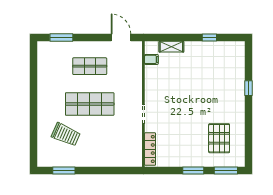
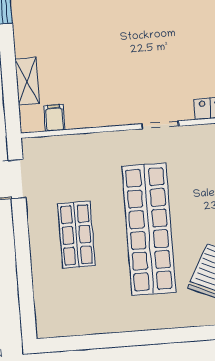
window: (61, 38) -> (26, 293), removed
shop shelf: (90, 104) -> (149, 229), width x1.40

